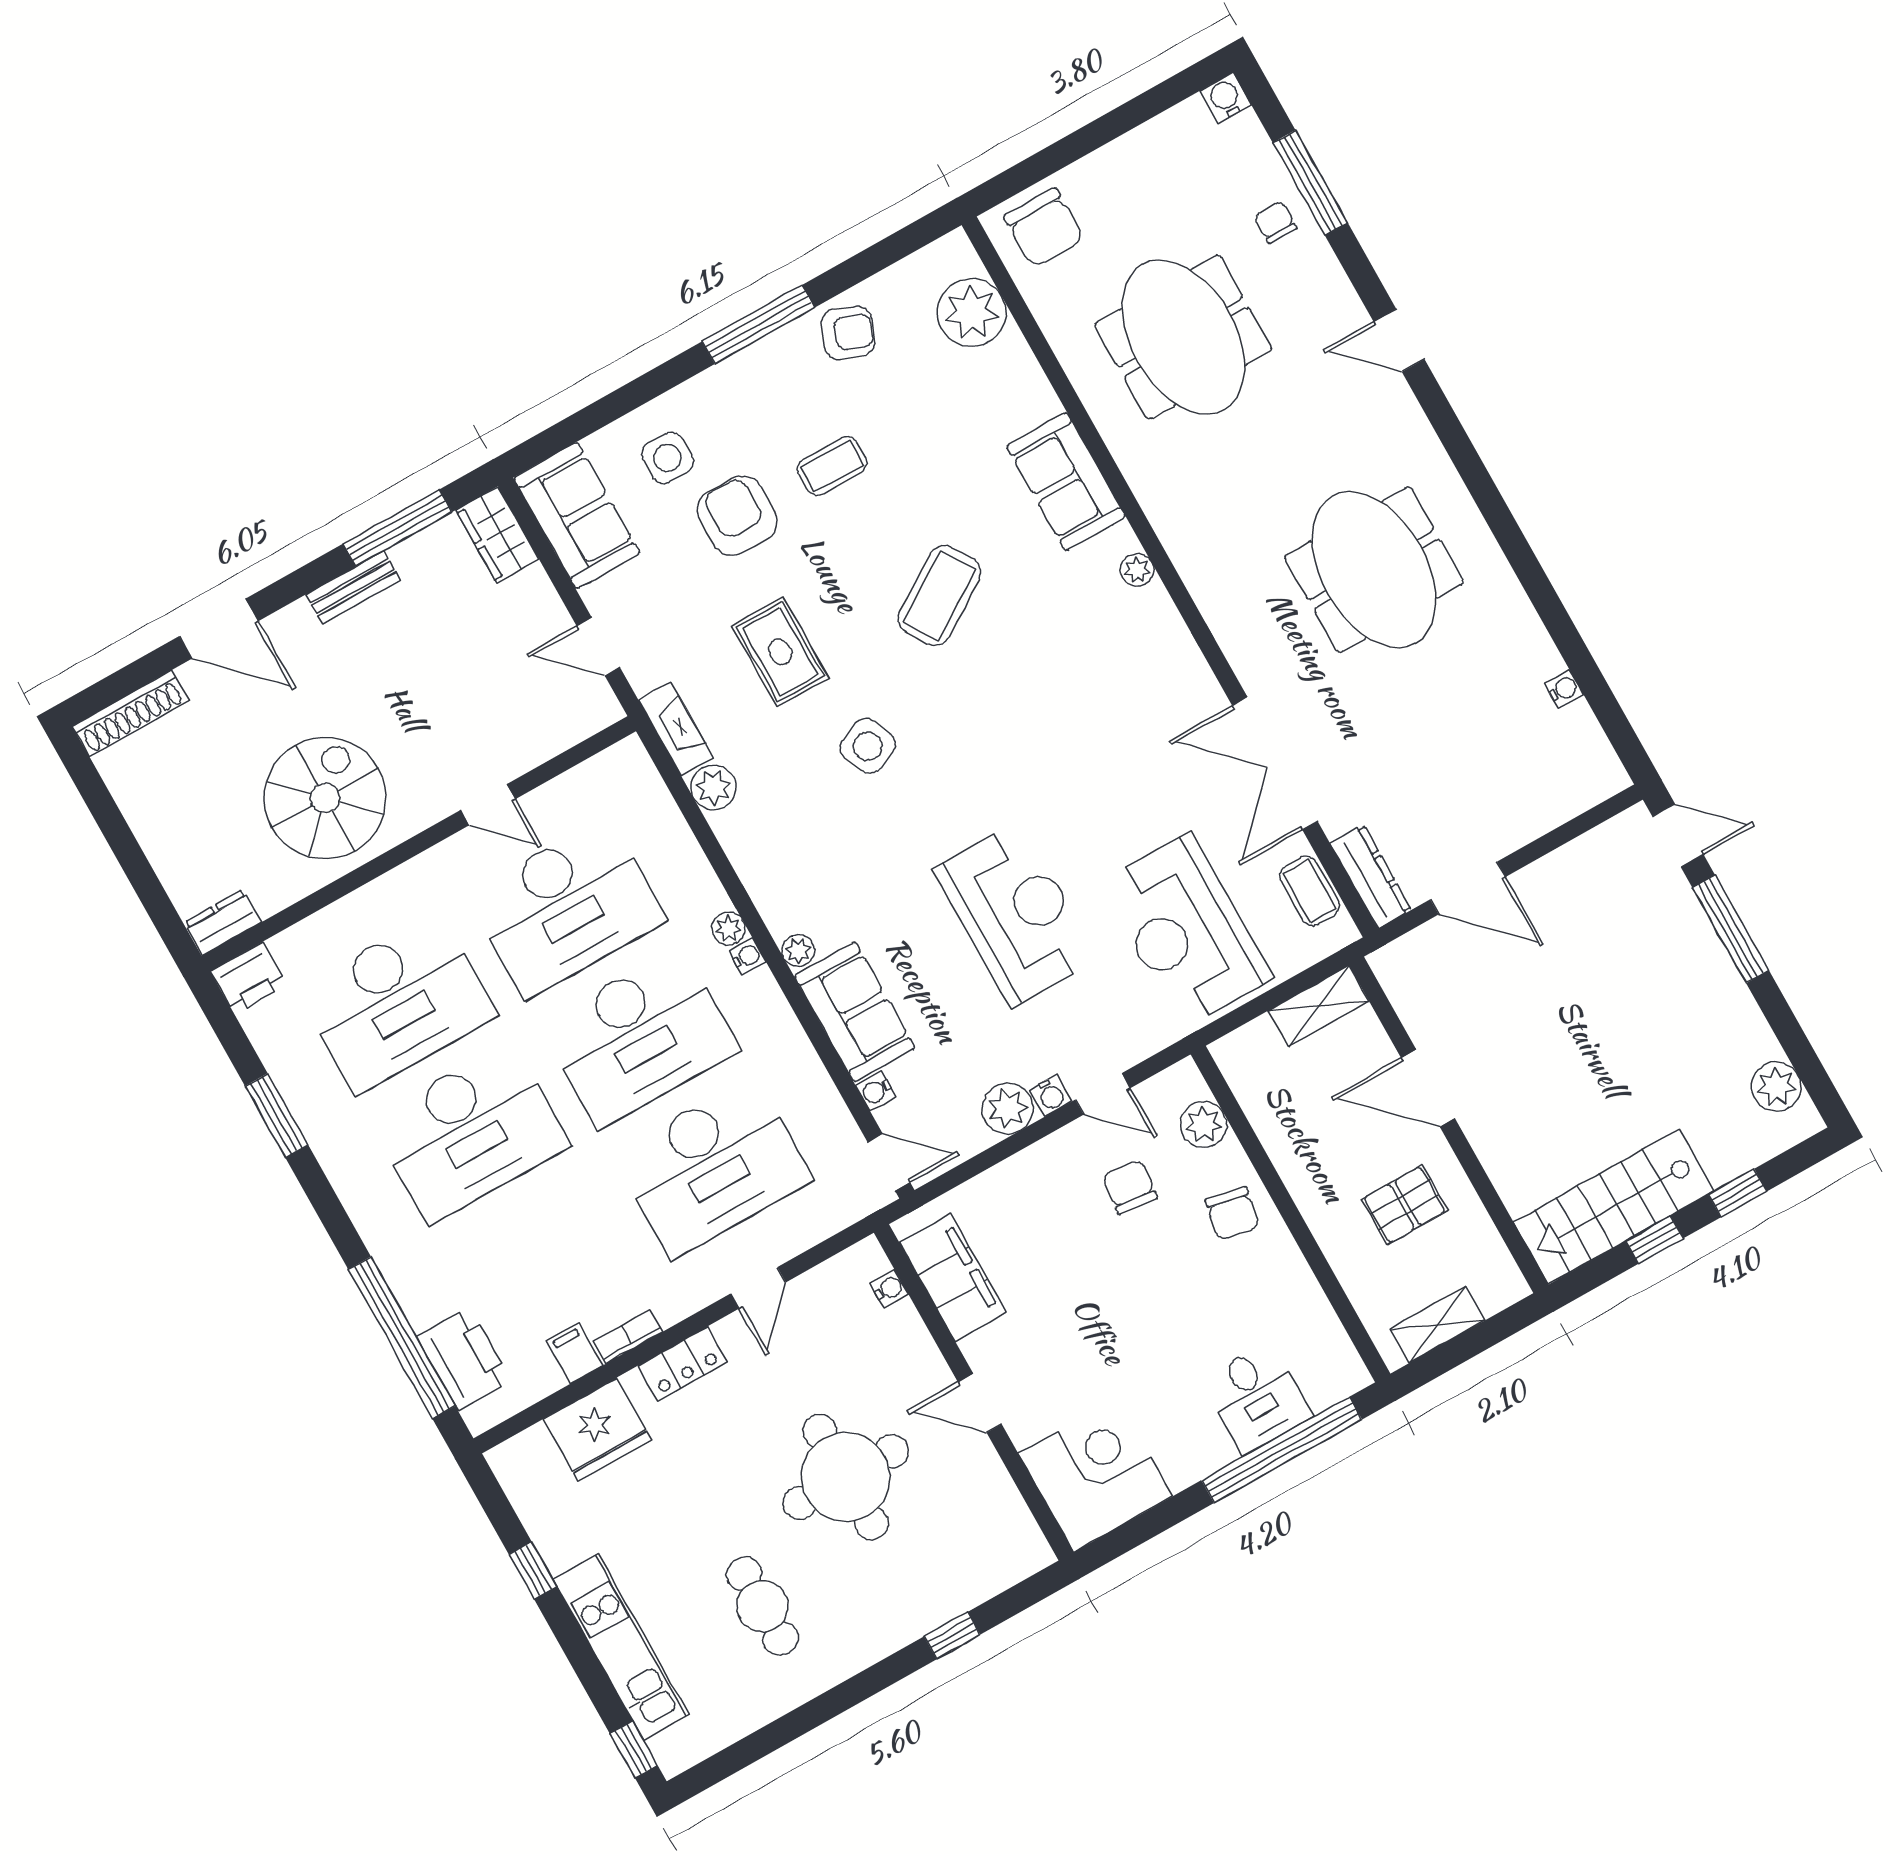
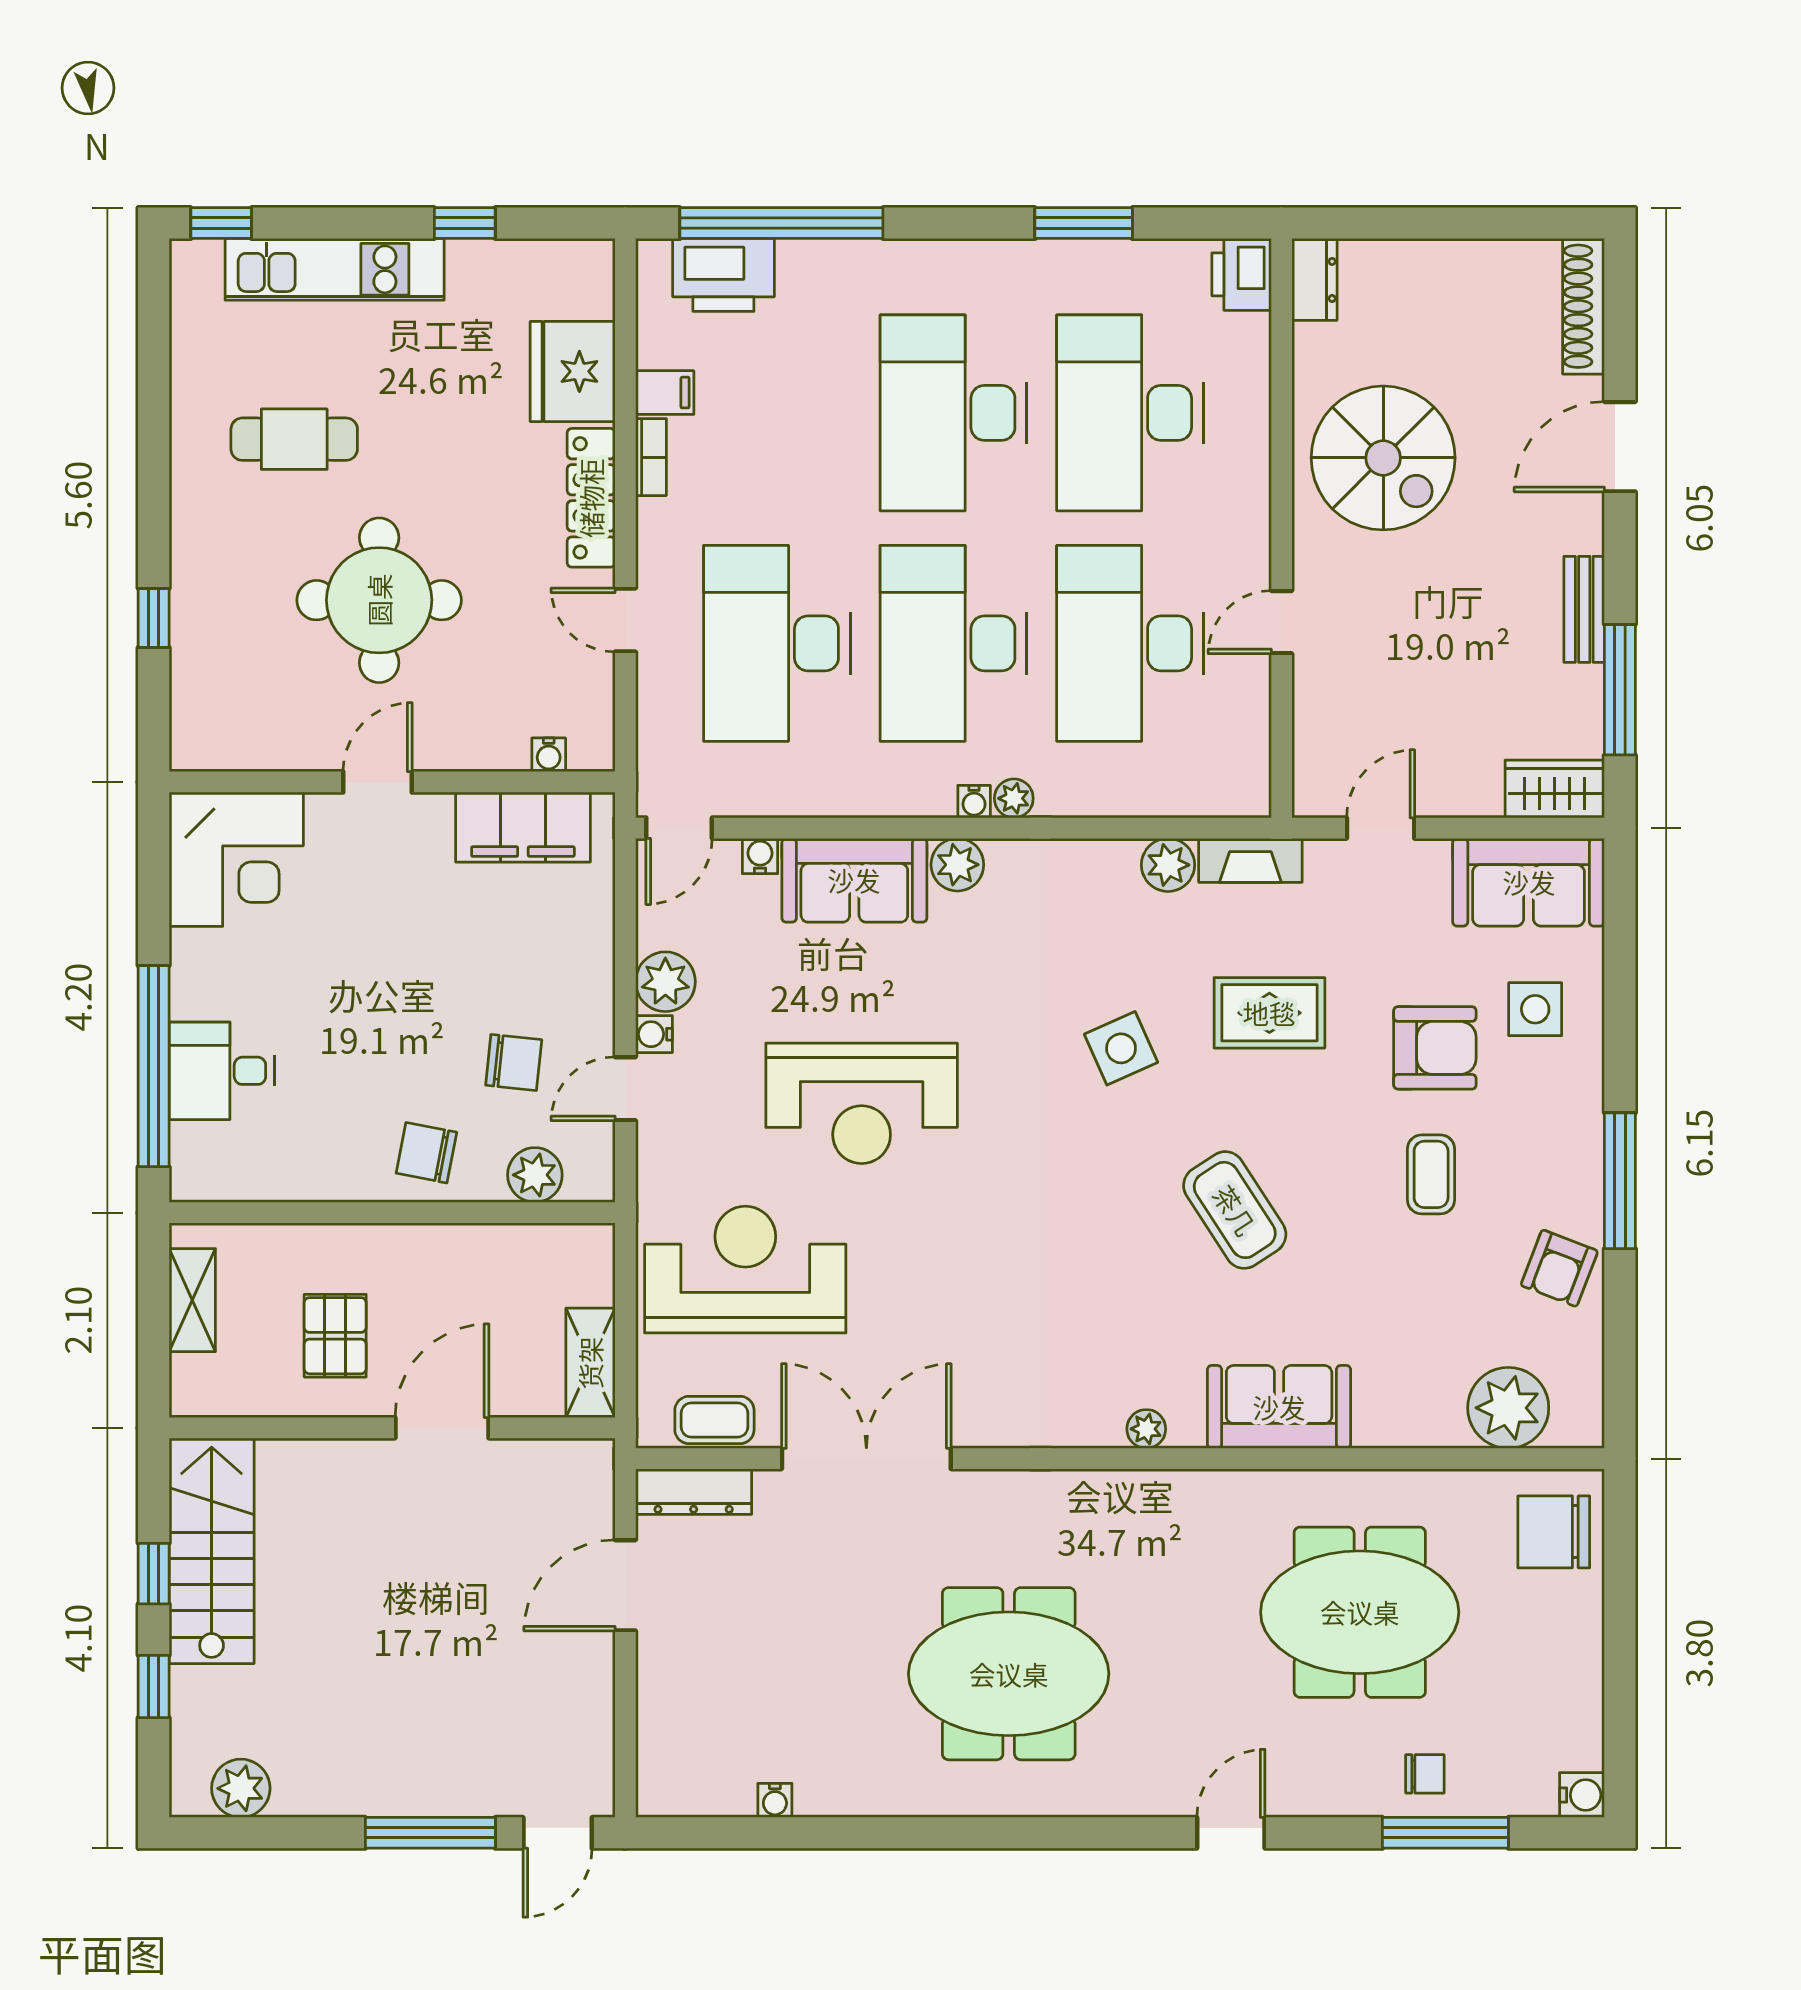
plant: (798, 951) -> (957, 865), width x1.38, depth x1.38
locker: (683, 1364) -> (591, 498), width x1.53

